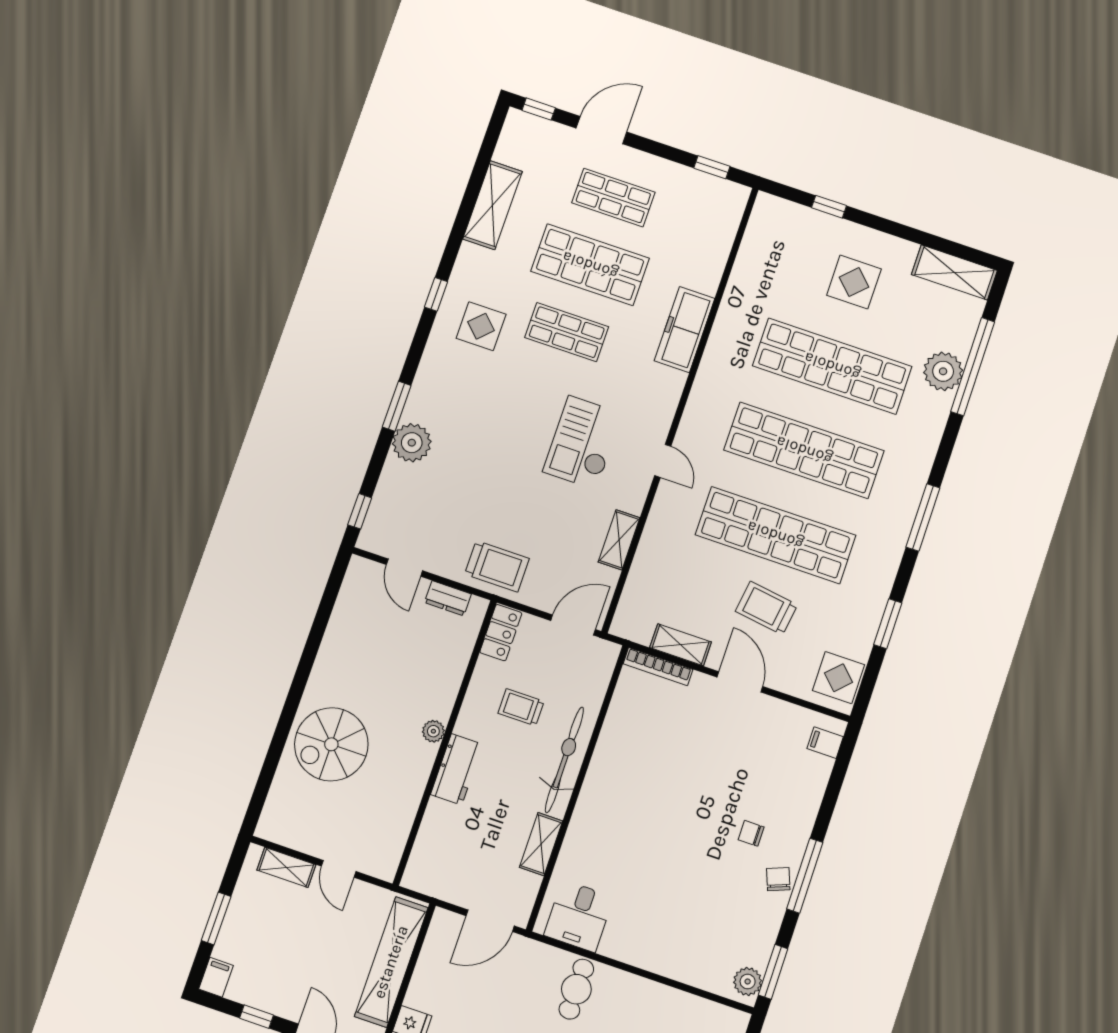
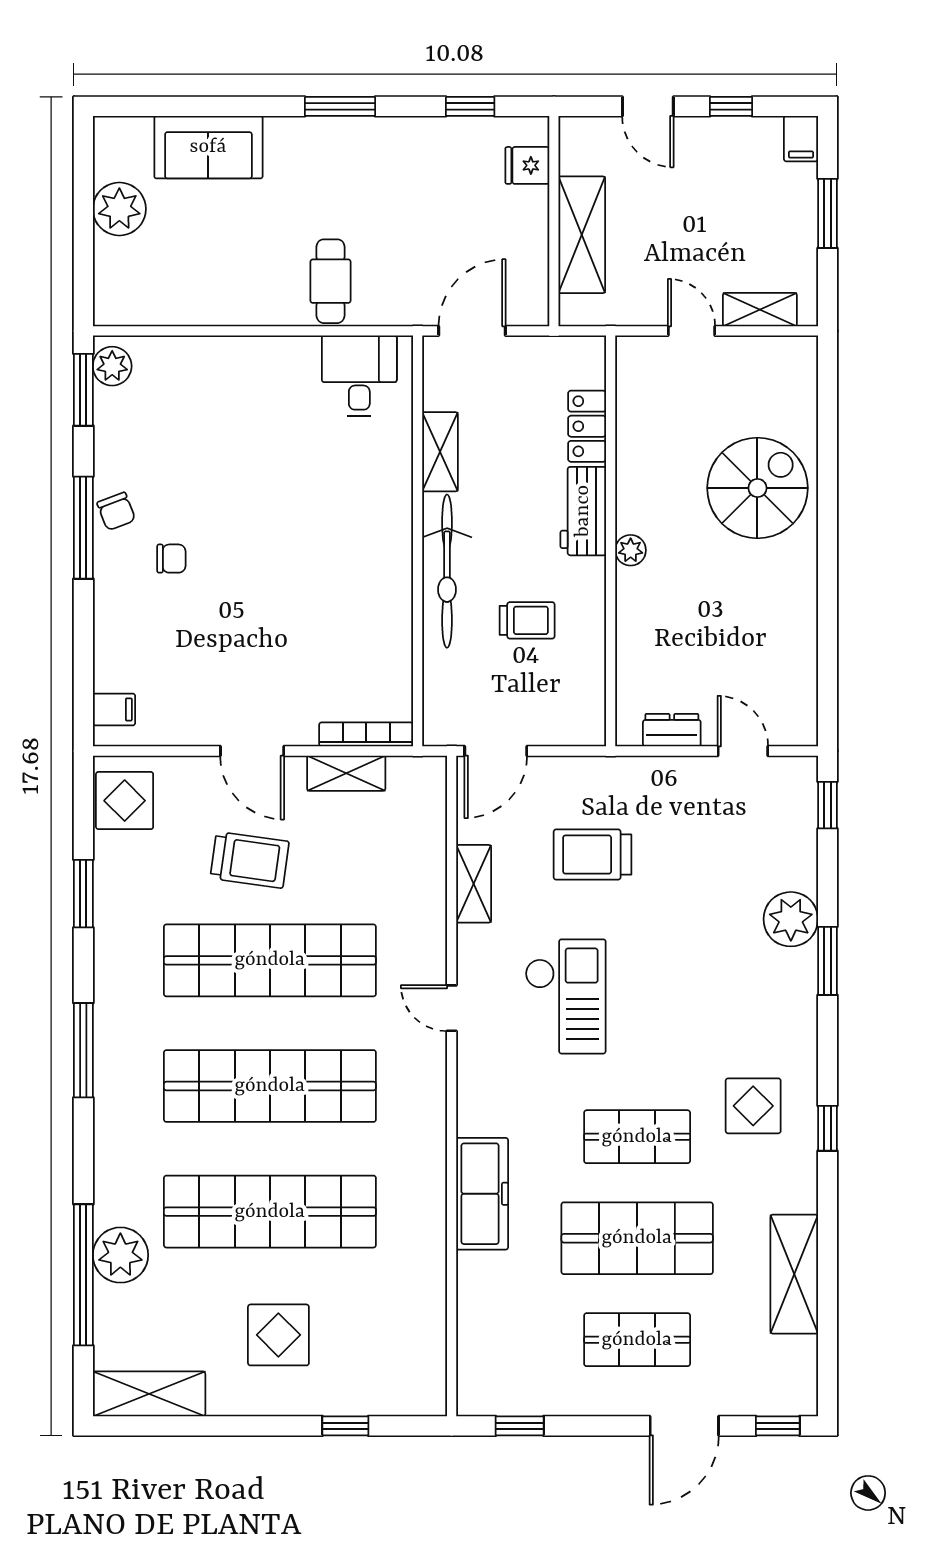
trolley: (497, 566) -> (593, 855), moved
locker: (501, 633) -> (587, 426), moved
shelving: (391, 962) -> (582, 235), width x0.68

